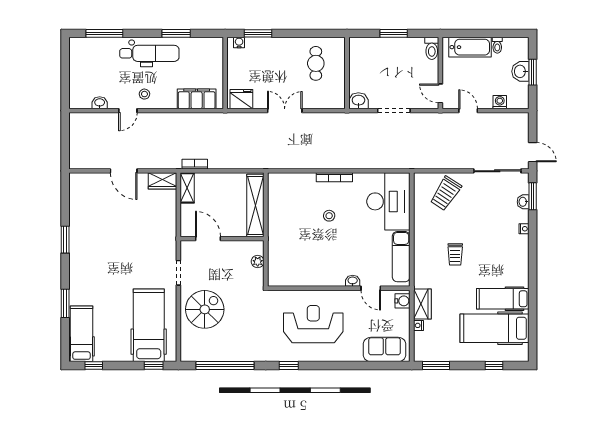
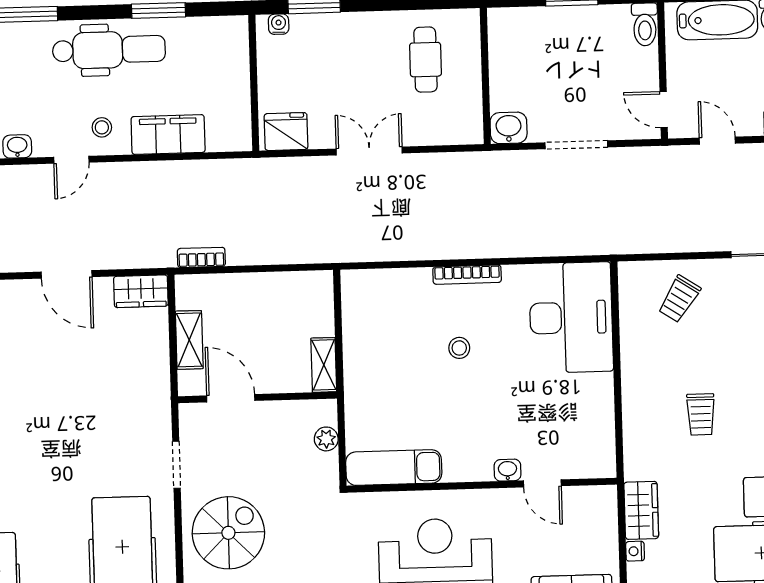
filing cabinet: (197, 99) -> (168, 135), moved
shelving: (187, 188) -> (189, 340), moved
trolley: (446, 193) -> (679, 299), width x0.73, depth x0.72
shelving: (255, 205) -> (324, 365), width x0.45, depth x0.75
exam couch: (401, 257) -> (394, 468), moved, turned 90
water cooler: (403, 301) -> (604, 506), removed

